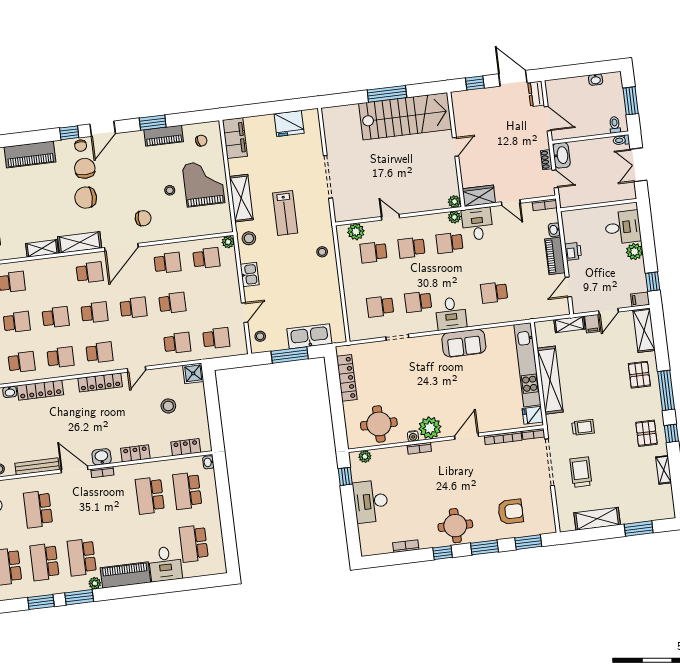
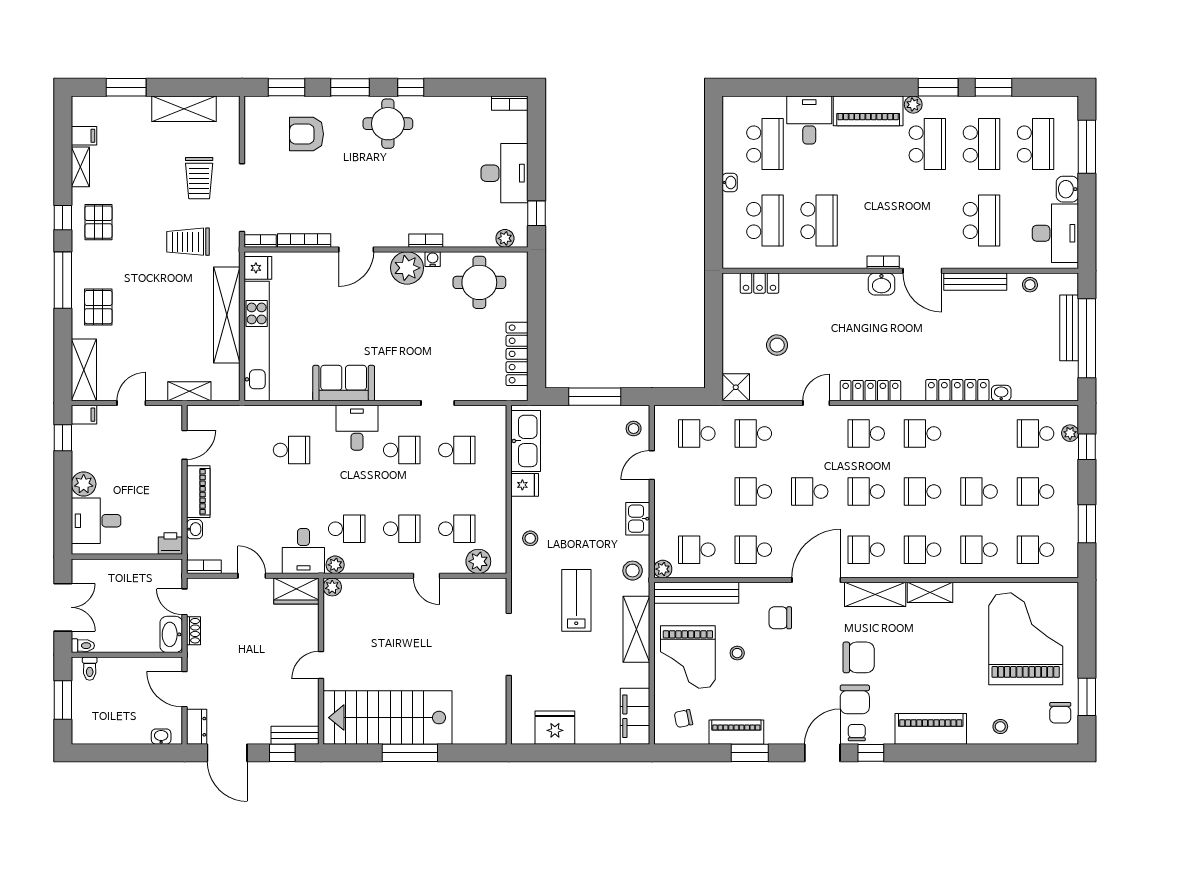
washbasin: (596, 80) -> (161, 737), moved
bench: (468, 96) -> (295, 735), added
bench: (203, 228) -> (696, 593), added
printer: (573, 251) -> (170, 544), moved, turned 90
fridge: (330, 288) -> (525, 485), added
filing cabinet: (592, 324) -> (84, 136), moved, turned 90
kitchen sink: (309, 336) -> (526, 441), moved, turned -90
school desk: (22, 362) -> (923, 550), moved
trolley: (583, 427) -> (188, 242), width x1.36, depth x1.39
locker: (135, 453) -> (833, 283), removed
washbasin: (208, 462) -> (730, 183), moved
bookcase: (406, 546) -> (510, 103), moved

